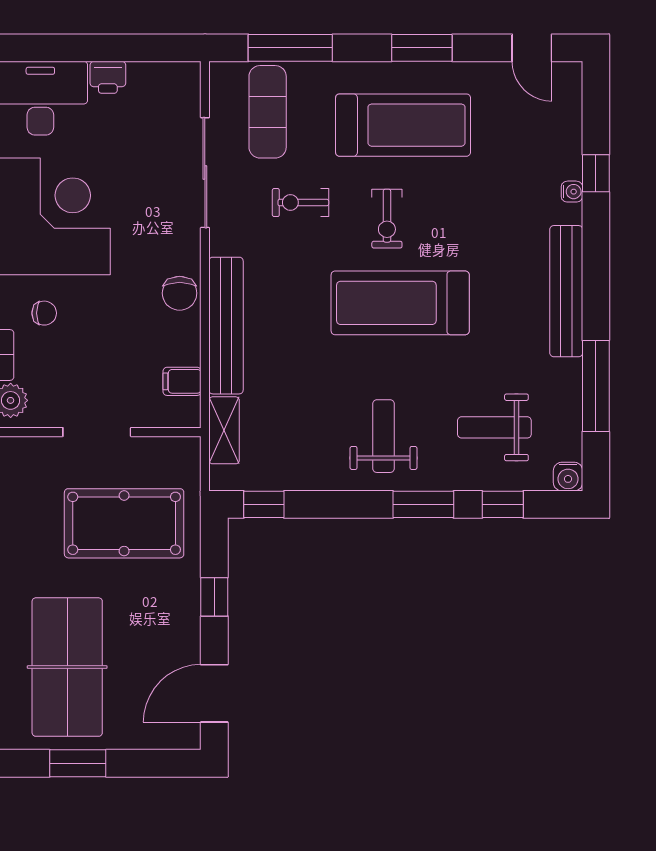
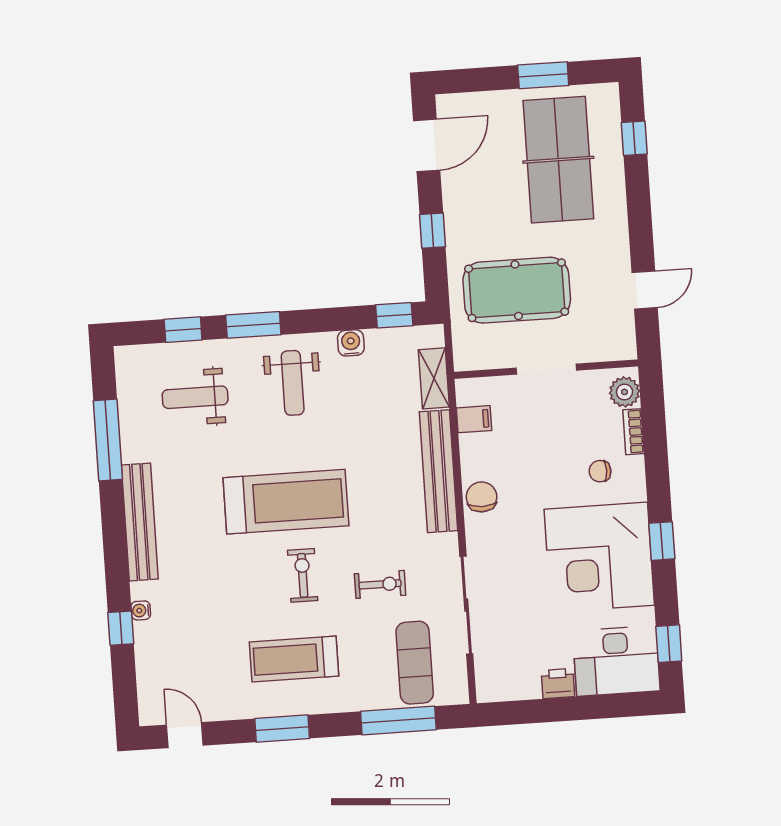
treadmill: (403, 125) -> (294, 659), width x0.73, depth x0.73
weight bench: (494, 427) -> (195, 397), turned 180
water cooler: (568, 477) -> (351, 343), moved

